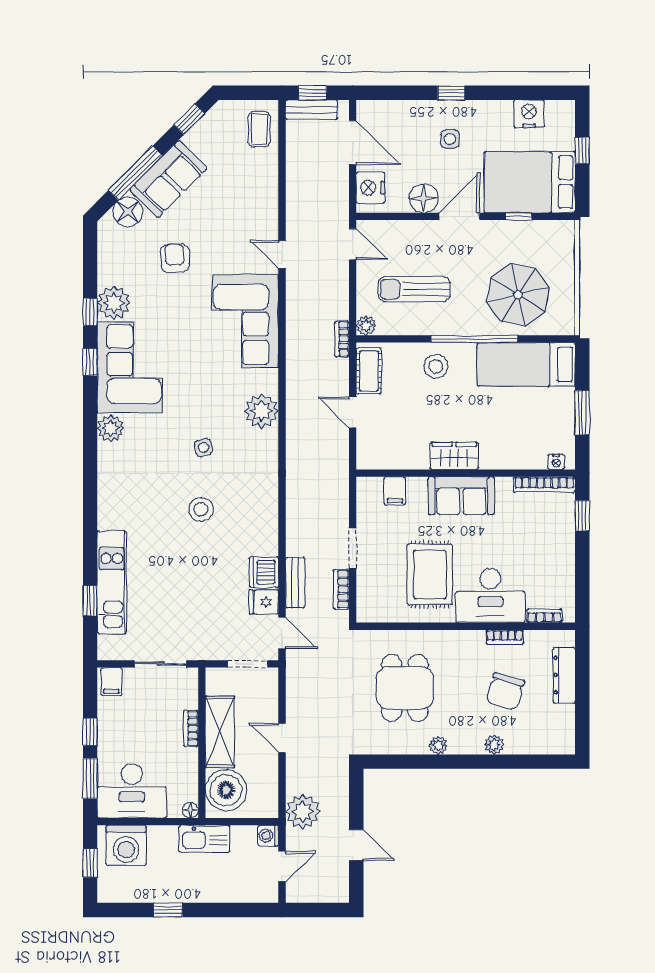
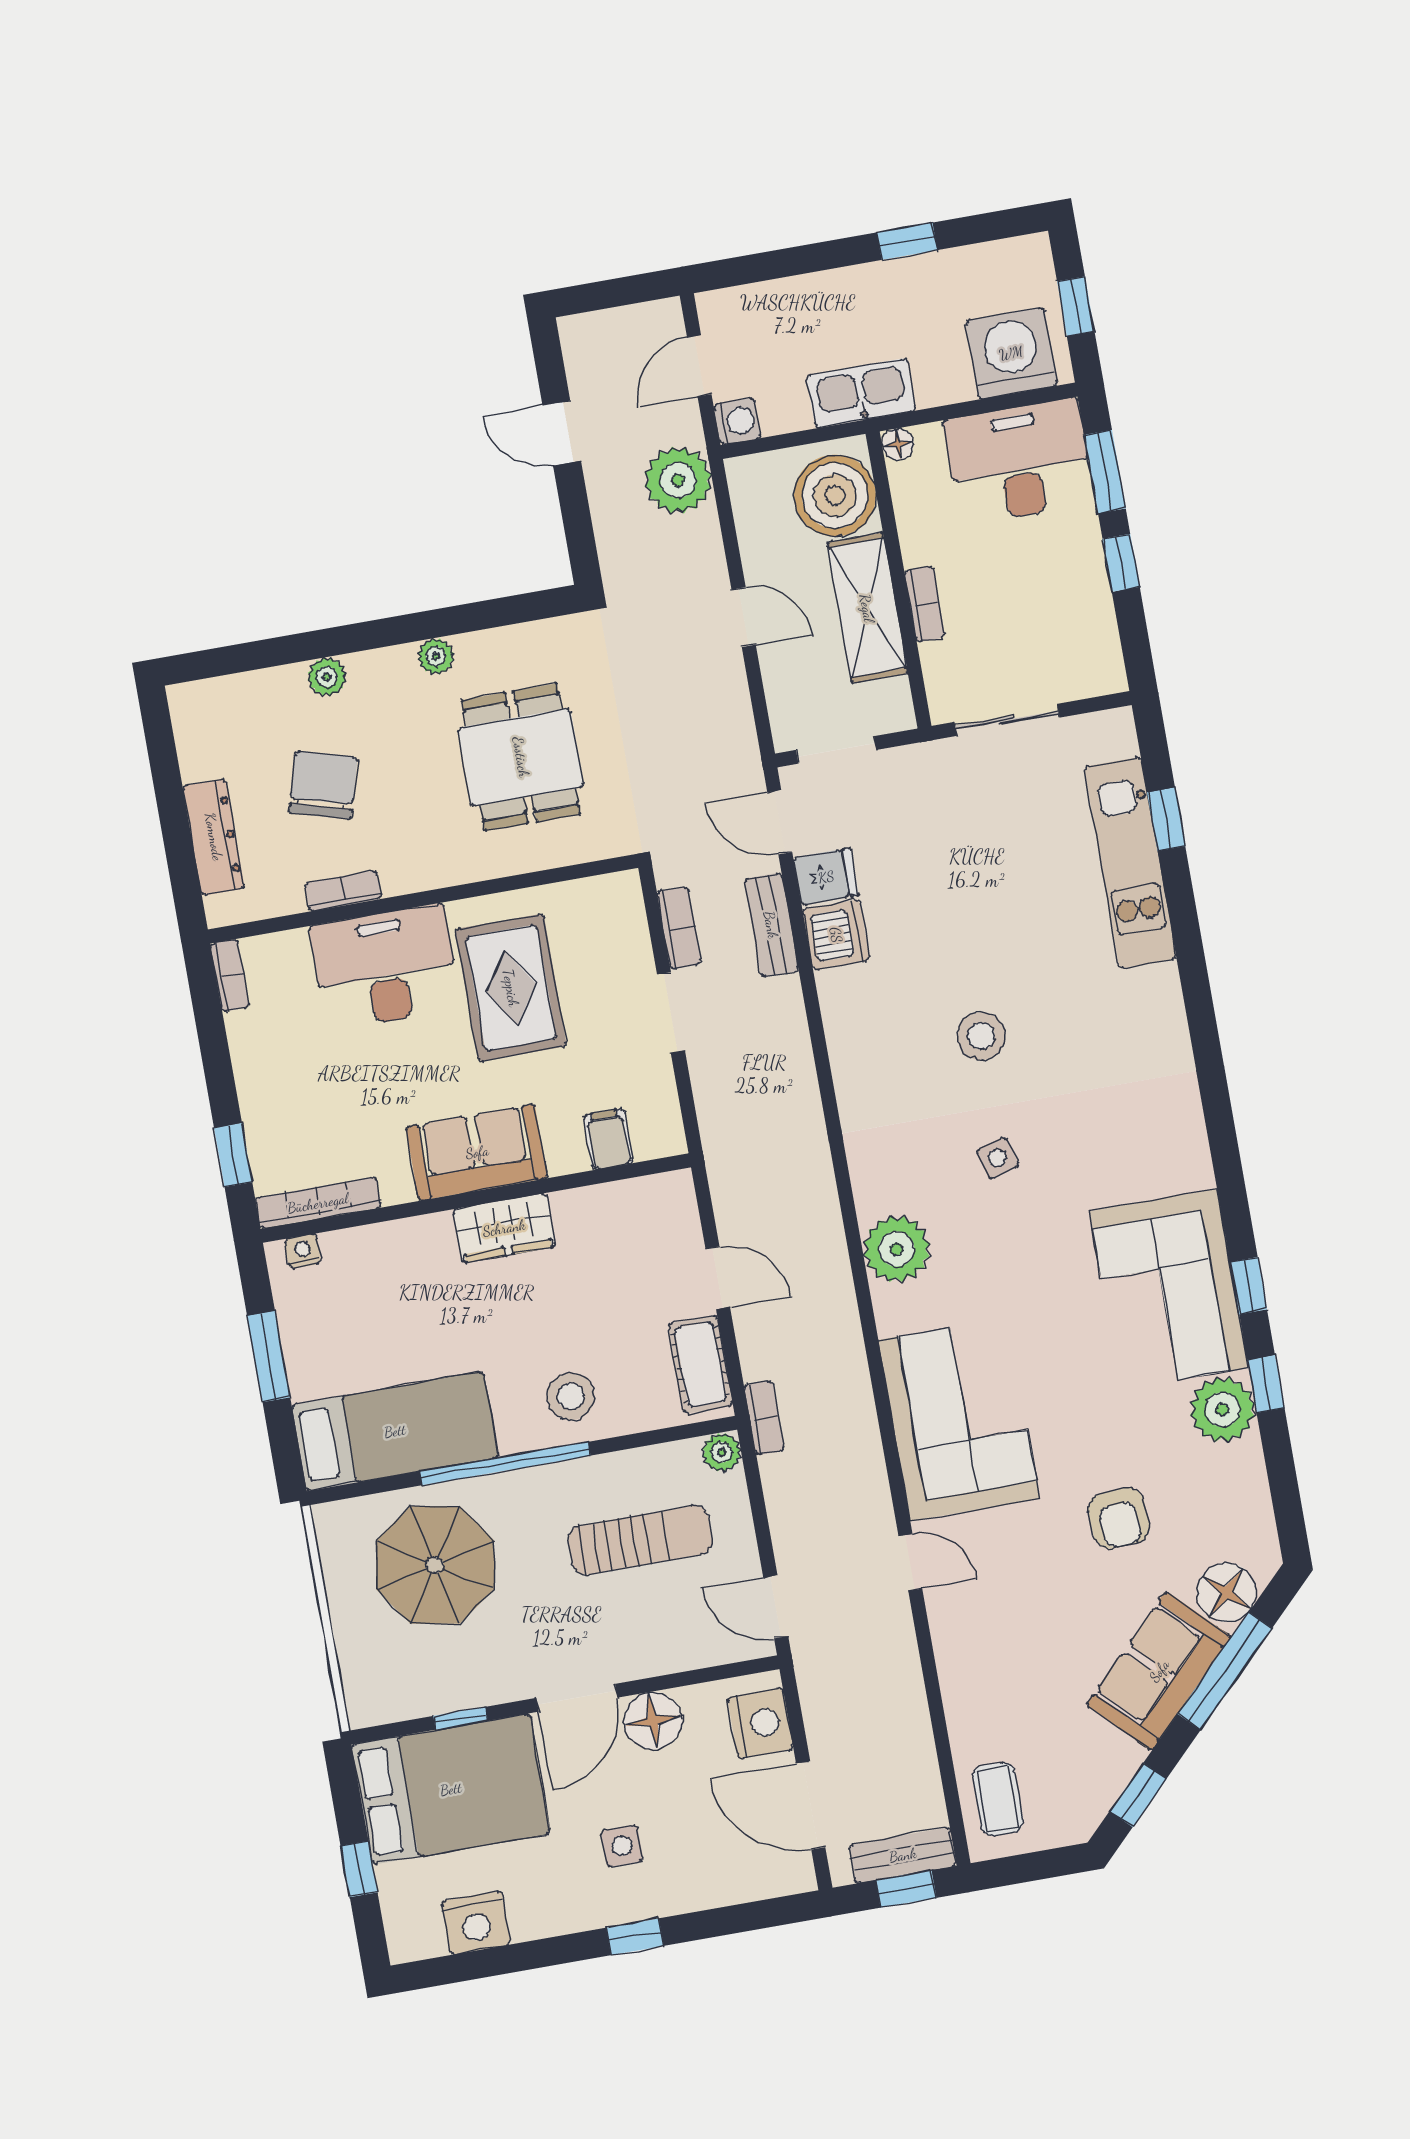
plant: (111, 428) -> (1185, 1163), removed
bookcase: (544, 616) -> (230, 975), moved, turned -90
filing cabinet: (111, 682) -> (1097, 668), removed

